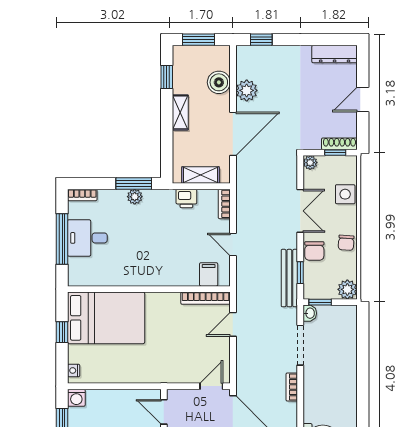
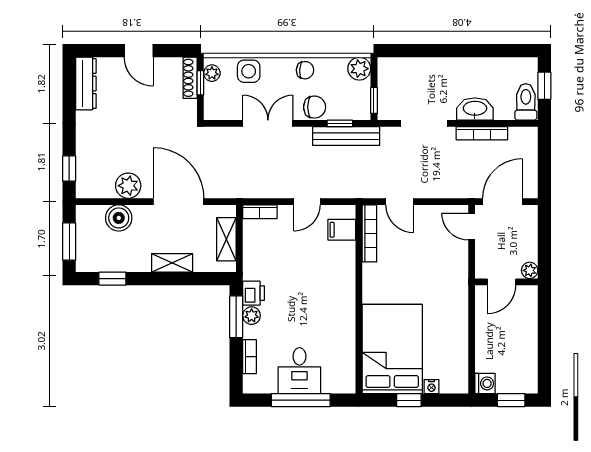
shelving: (180, 112) -> (172, 263), moved
plant: (310, 163) -> (212, 73), moved
bookcase: (82, 195) -> (249, 357), moved
printer: (186, 198) -> (254, 293), moved
washbasin: (310, 313) -> (475, 109), moved, width x1.91, depth x1.45
nightstand: (74, 370) -> (431, 387), moved
bookcase: (292, 387) -> (482, 133), width x1.56

